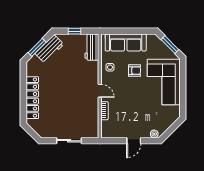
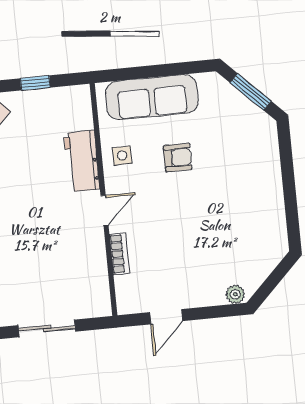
workbench: (92, 47) -> (82, 161), moved
corner sofa: (164, 82) -> (245, 177), removed
door: (100, 91) -> (105, 210), hinge flipped
door: (134, 141) -> (166, 317), moved

